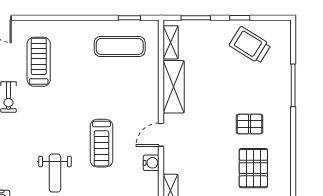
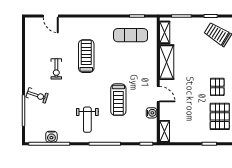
treadmill: (39, 62) -> (86, 56), moved
pallet: (250, 124) -> (217, 87), turned 90
door: (161, 135) -> (158, 94), swing flipped

